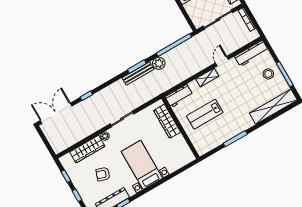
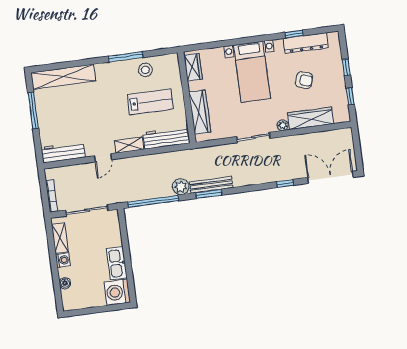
stool: (268, 74) -> (145, 70), moved
workbench: (179, 96) -> (166, 138), width x1.38
double door: (56, 113) -> (331, 177), swing flipped
wardrobe: (185, 151) -> (193, 67), added

